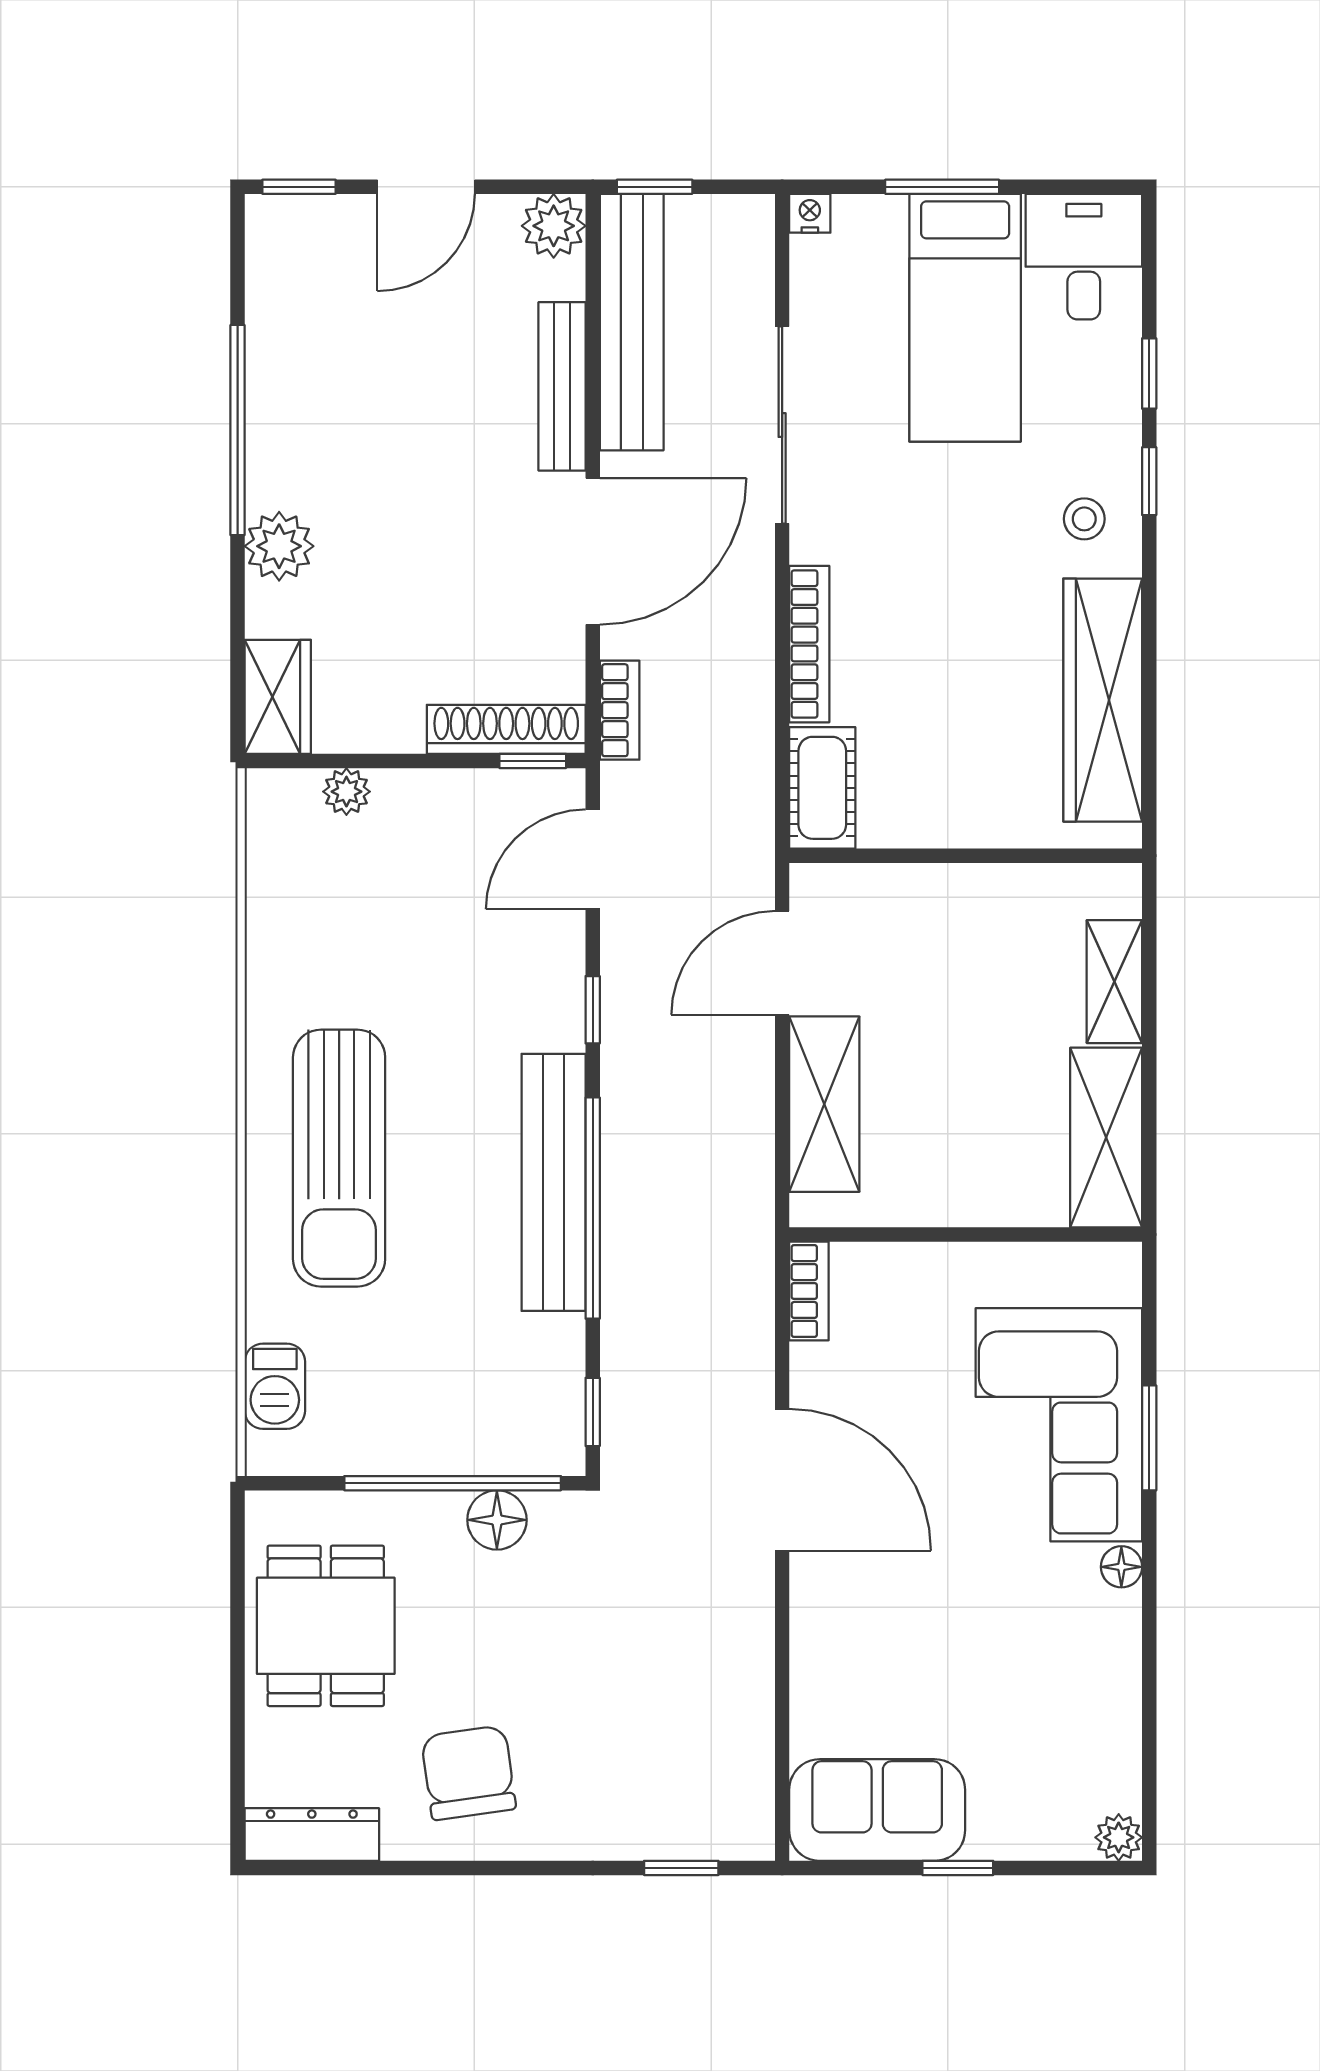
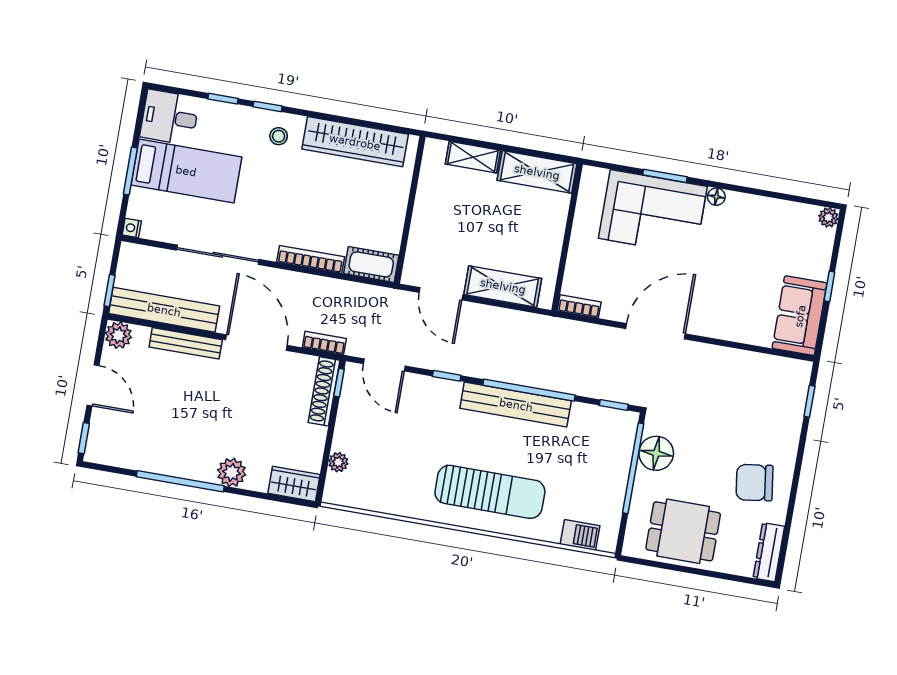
floor lamp: (497, 1520) -> (656, 453), width x1.38, depth x1.38

